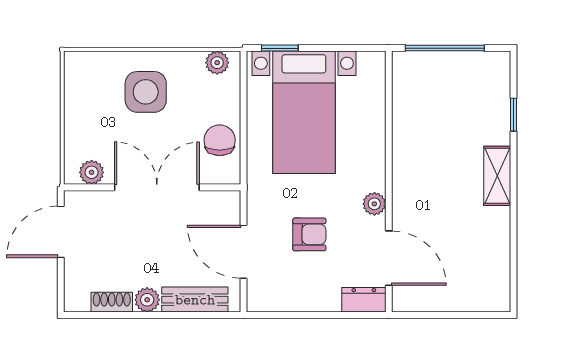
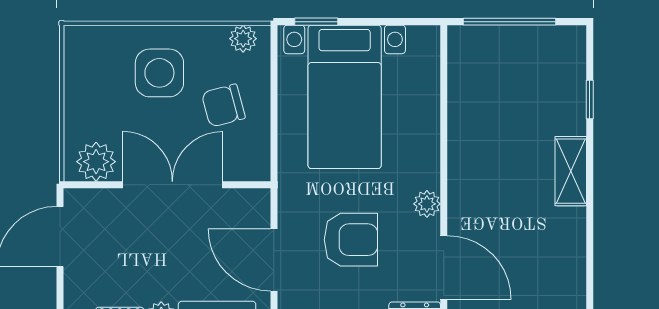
chair: (220, 140) -> (223, 106), moved, turned -105
plant: (92, 172) -> (96, 162), width x1.38, depth x1.38
armchair: (309, 234) -> (351, 240), width x1.38, depth x1.38

